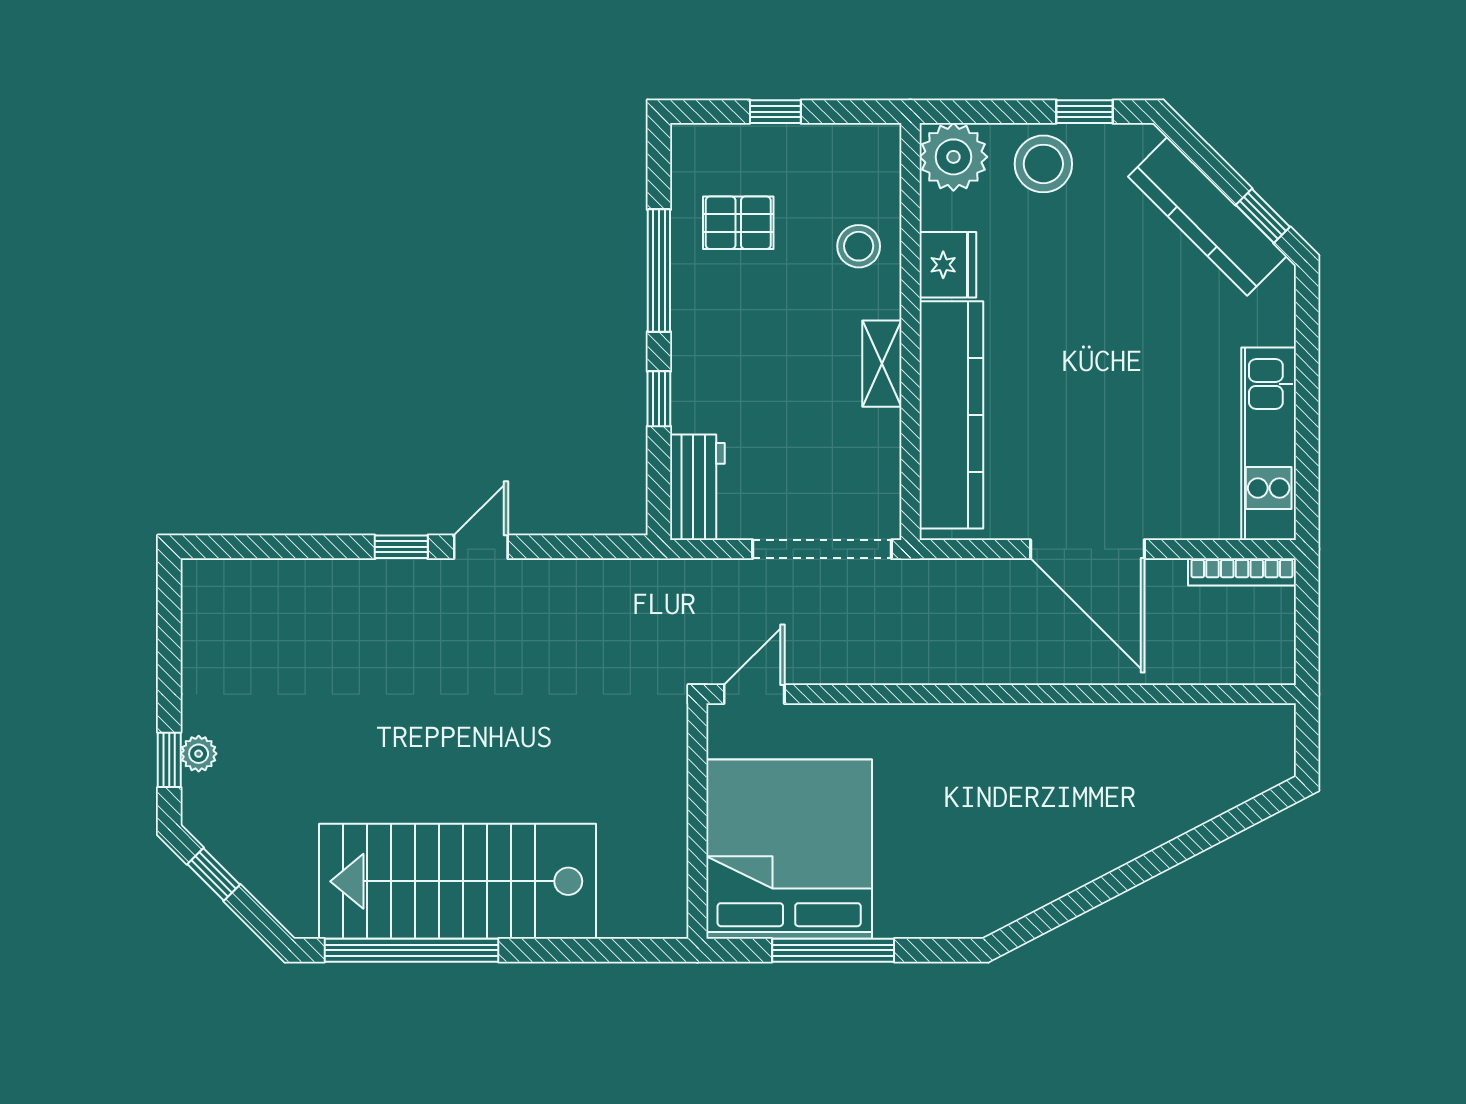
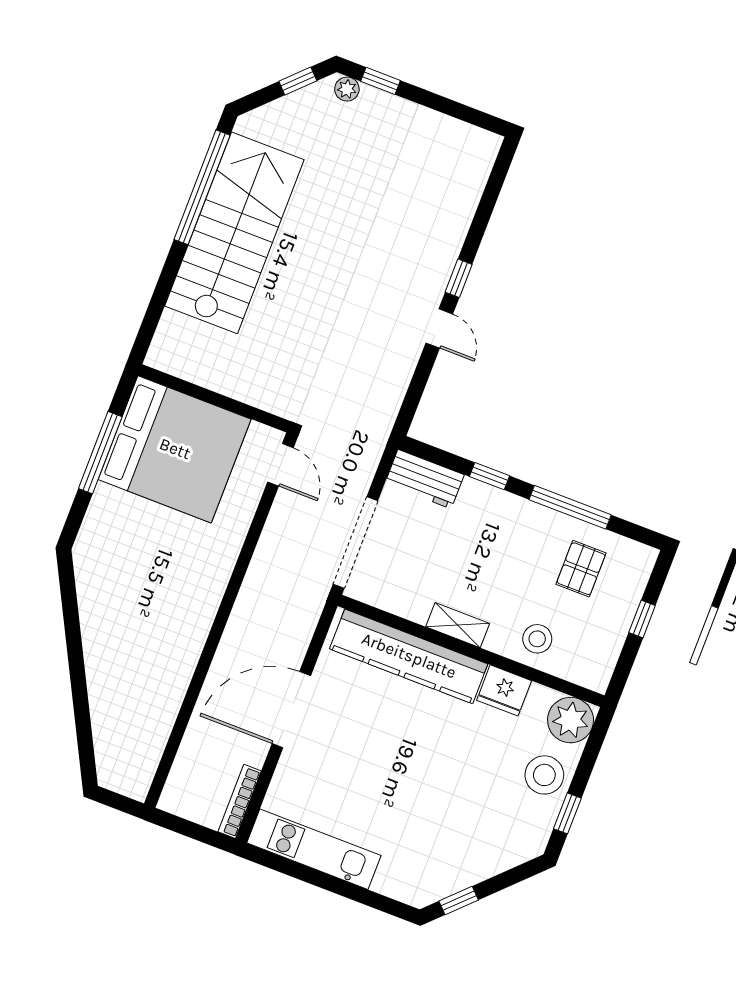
kitchen counter: (1207, 216) -> (472, 866), removed
plant: (199, 754) -> (347, 89), moved

